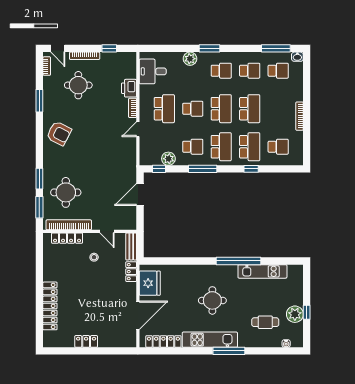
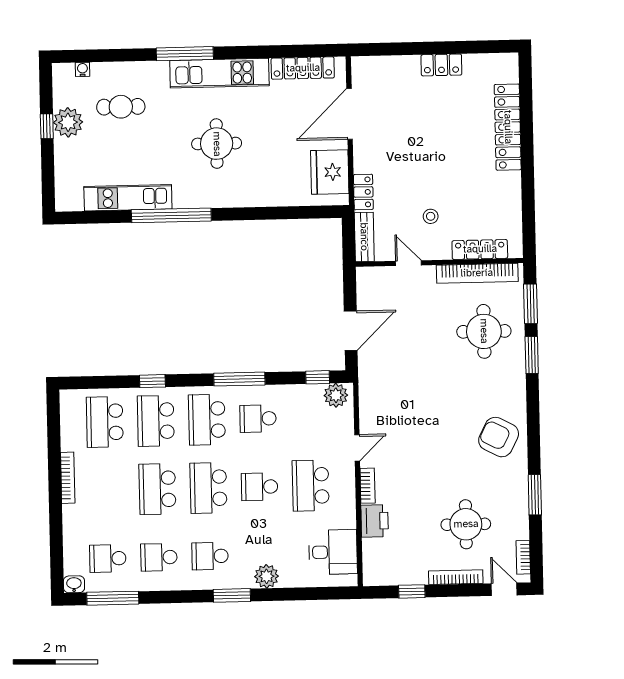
school desk: (278, 147) -> (105, 422), width x1.85
plant: (168, 159) -> (336, 395), moved

